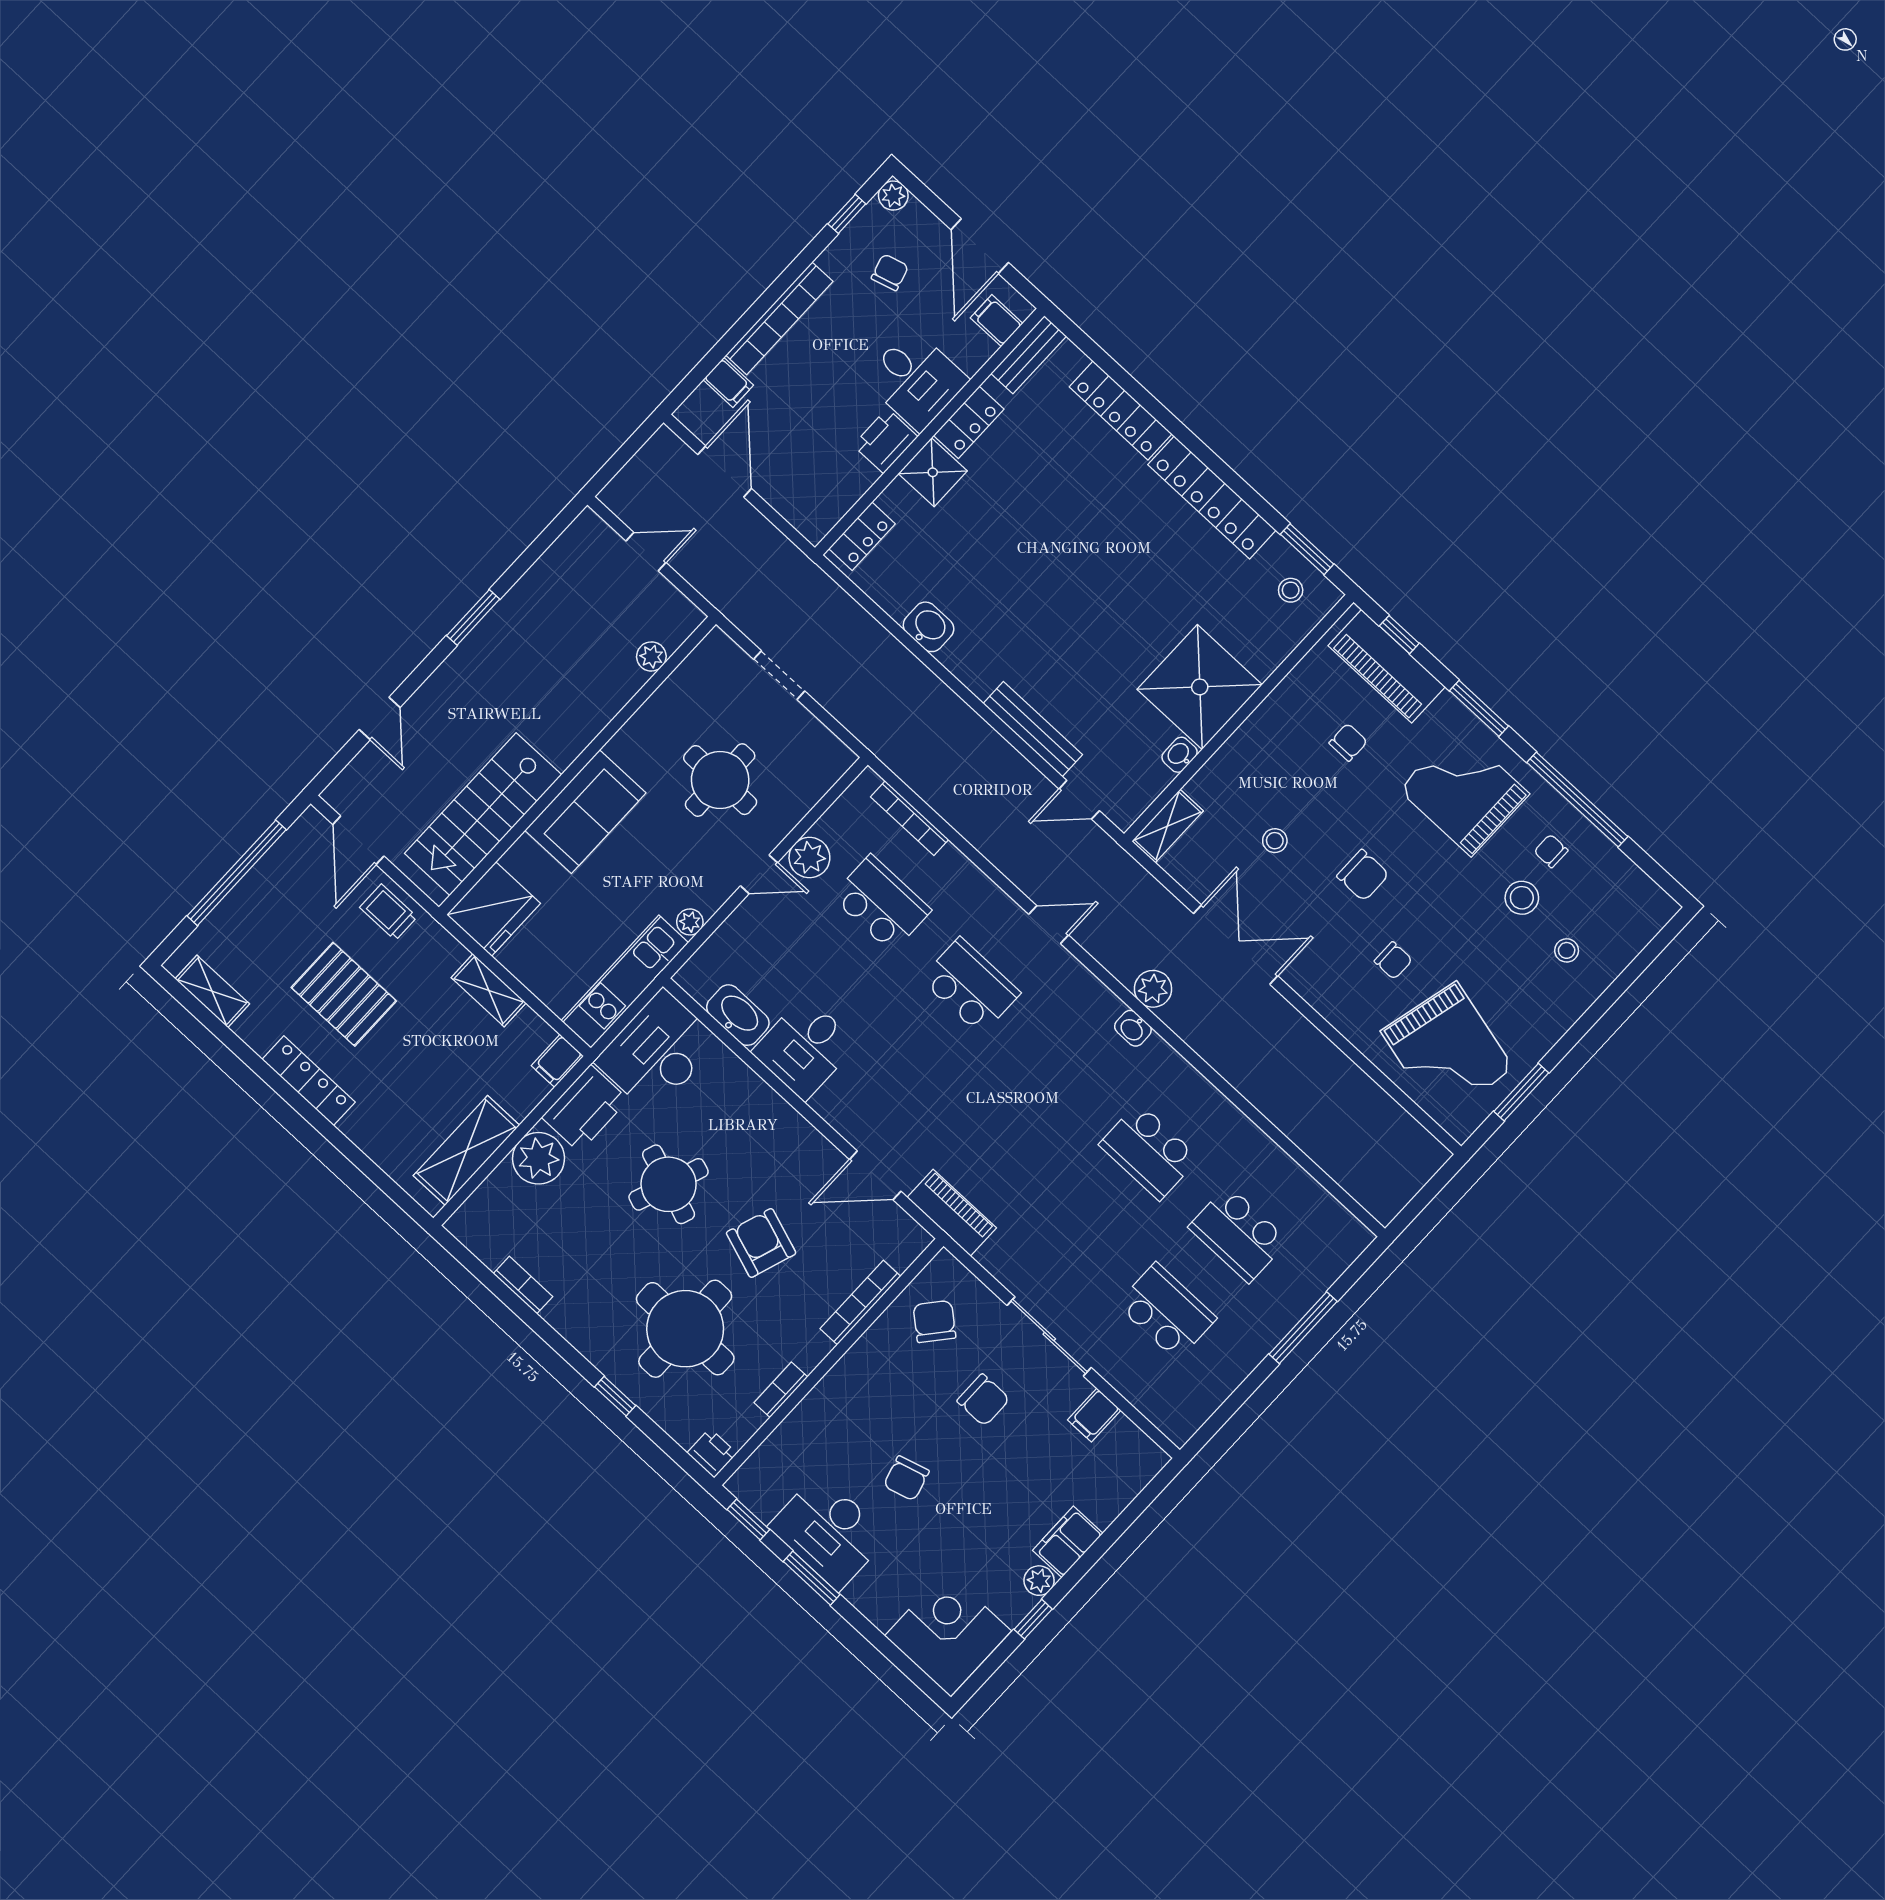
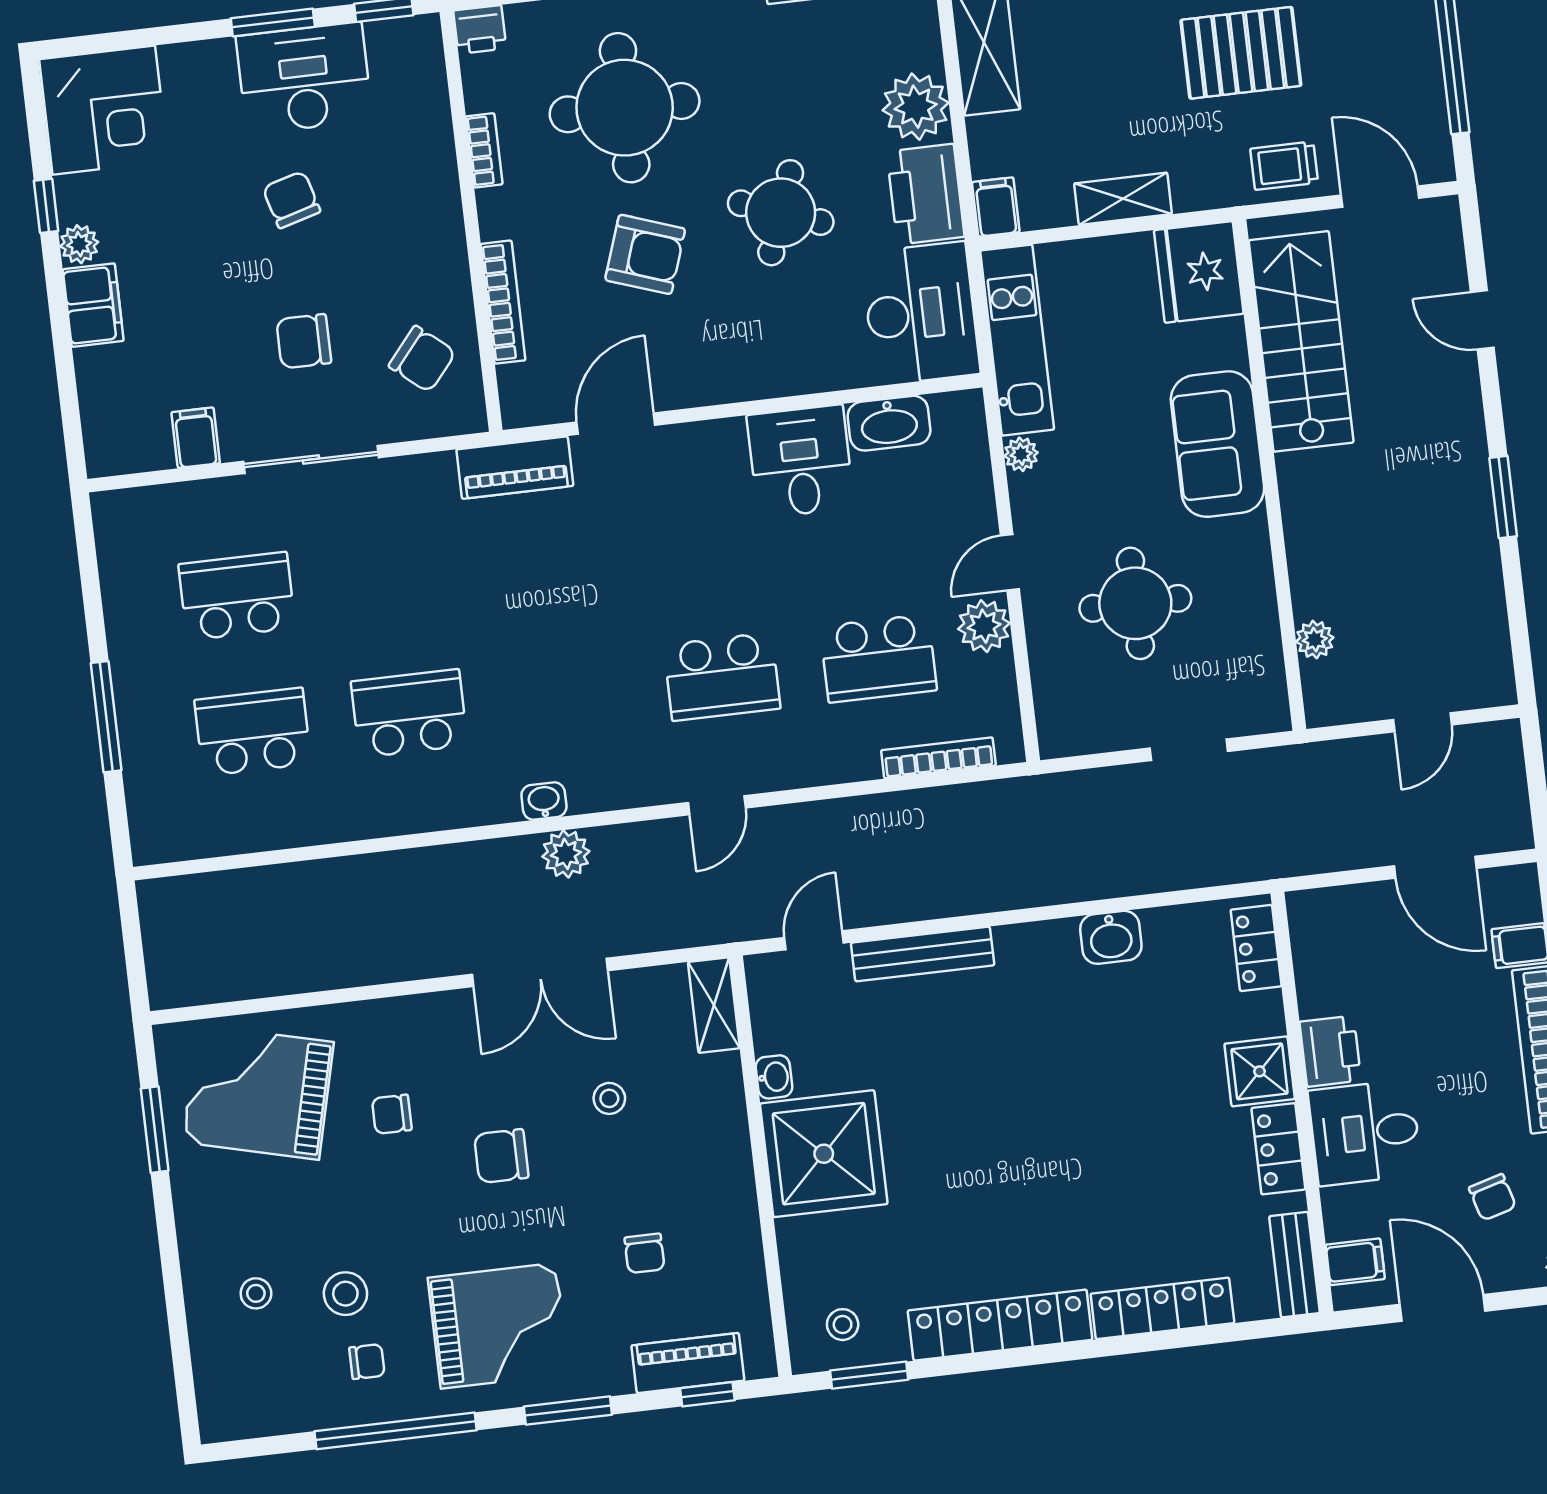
piano: (1387, 666) -> (688, 1363), width x0.73, depth x0.75
trolley: (388, 912) -> (1284, 166), turned 180
school desk: (1167, 1311) -> (237, 596), turned 180

